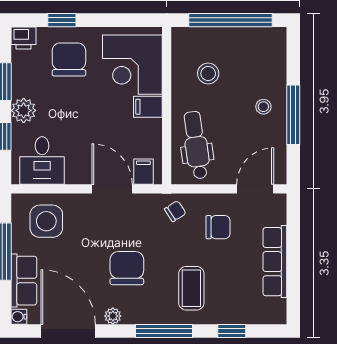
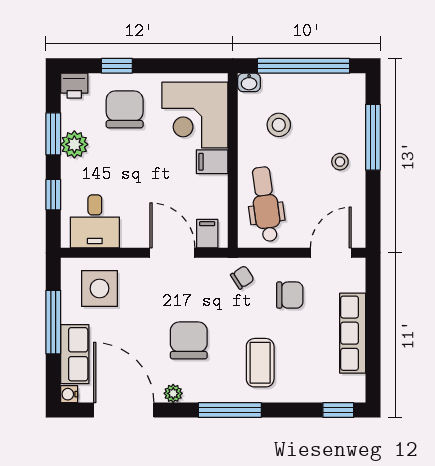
washbasin: (181, 35) -> (249, 82), added
plant: (24, 110) -> (74, 144), moved
window: (293, 115) -> (373, 137), moved
window: (232, 331) -> (338, 410), moved

